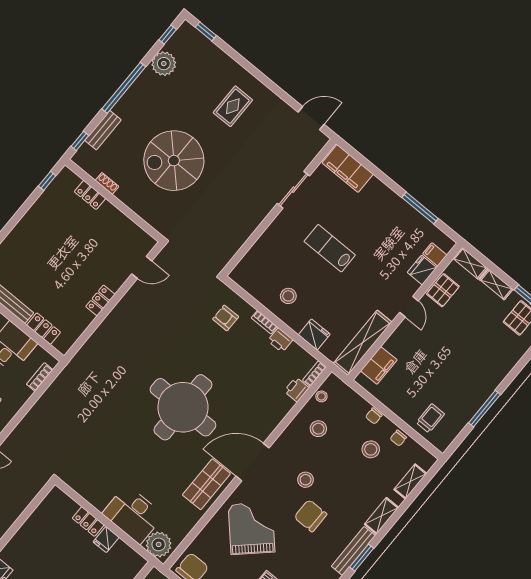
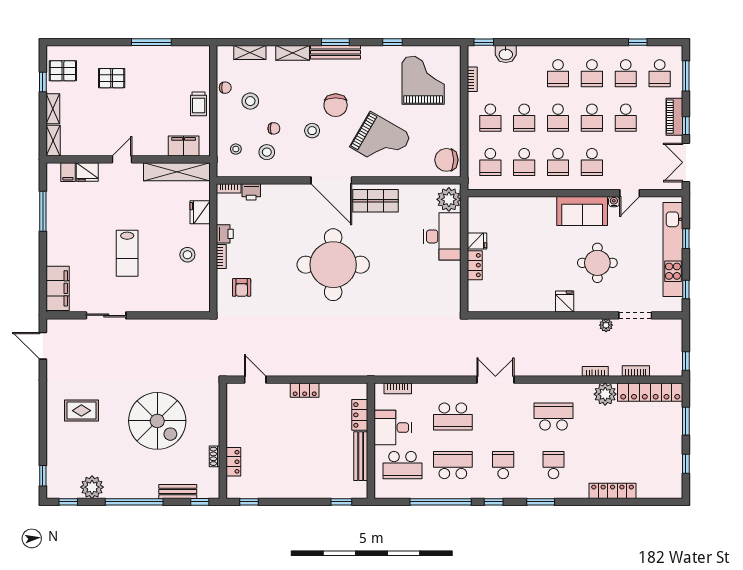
pallet: (443, 290) -> (112, 78), moved
stool: (321, 396) -> (236, 149), moved
chair: (374, 416) -> (274, 128), moved
trolley: (430, 418) -> (199, 104), moved, turned -90
grand piano: (251, 528) -> (381, 141), turned -107

